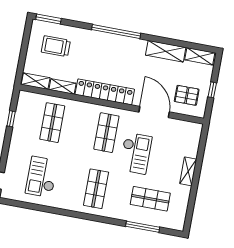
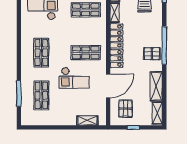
pallet: (123, 49) -> (152, 54), added
shelving: (188, 171) -> (87, 121), moved
shop shelf: (96, 189) -> (41, 53), turned 90

